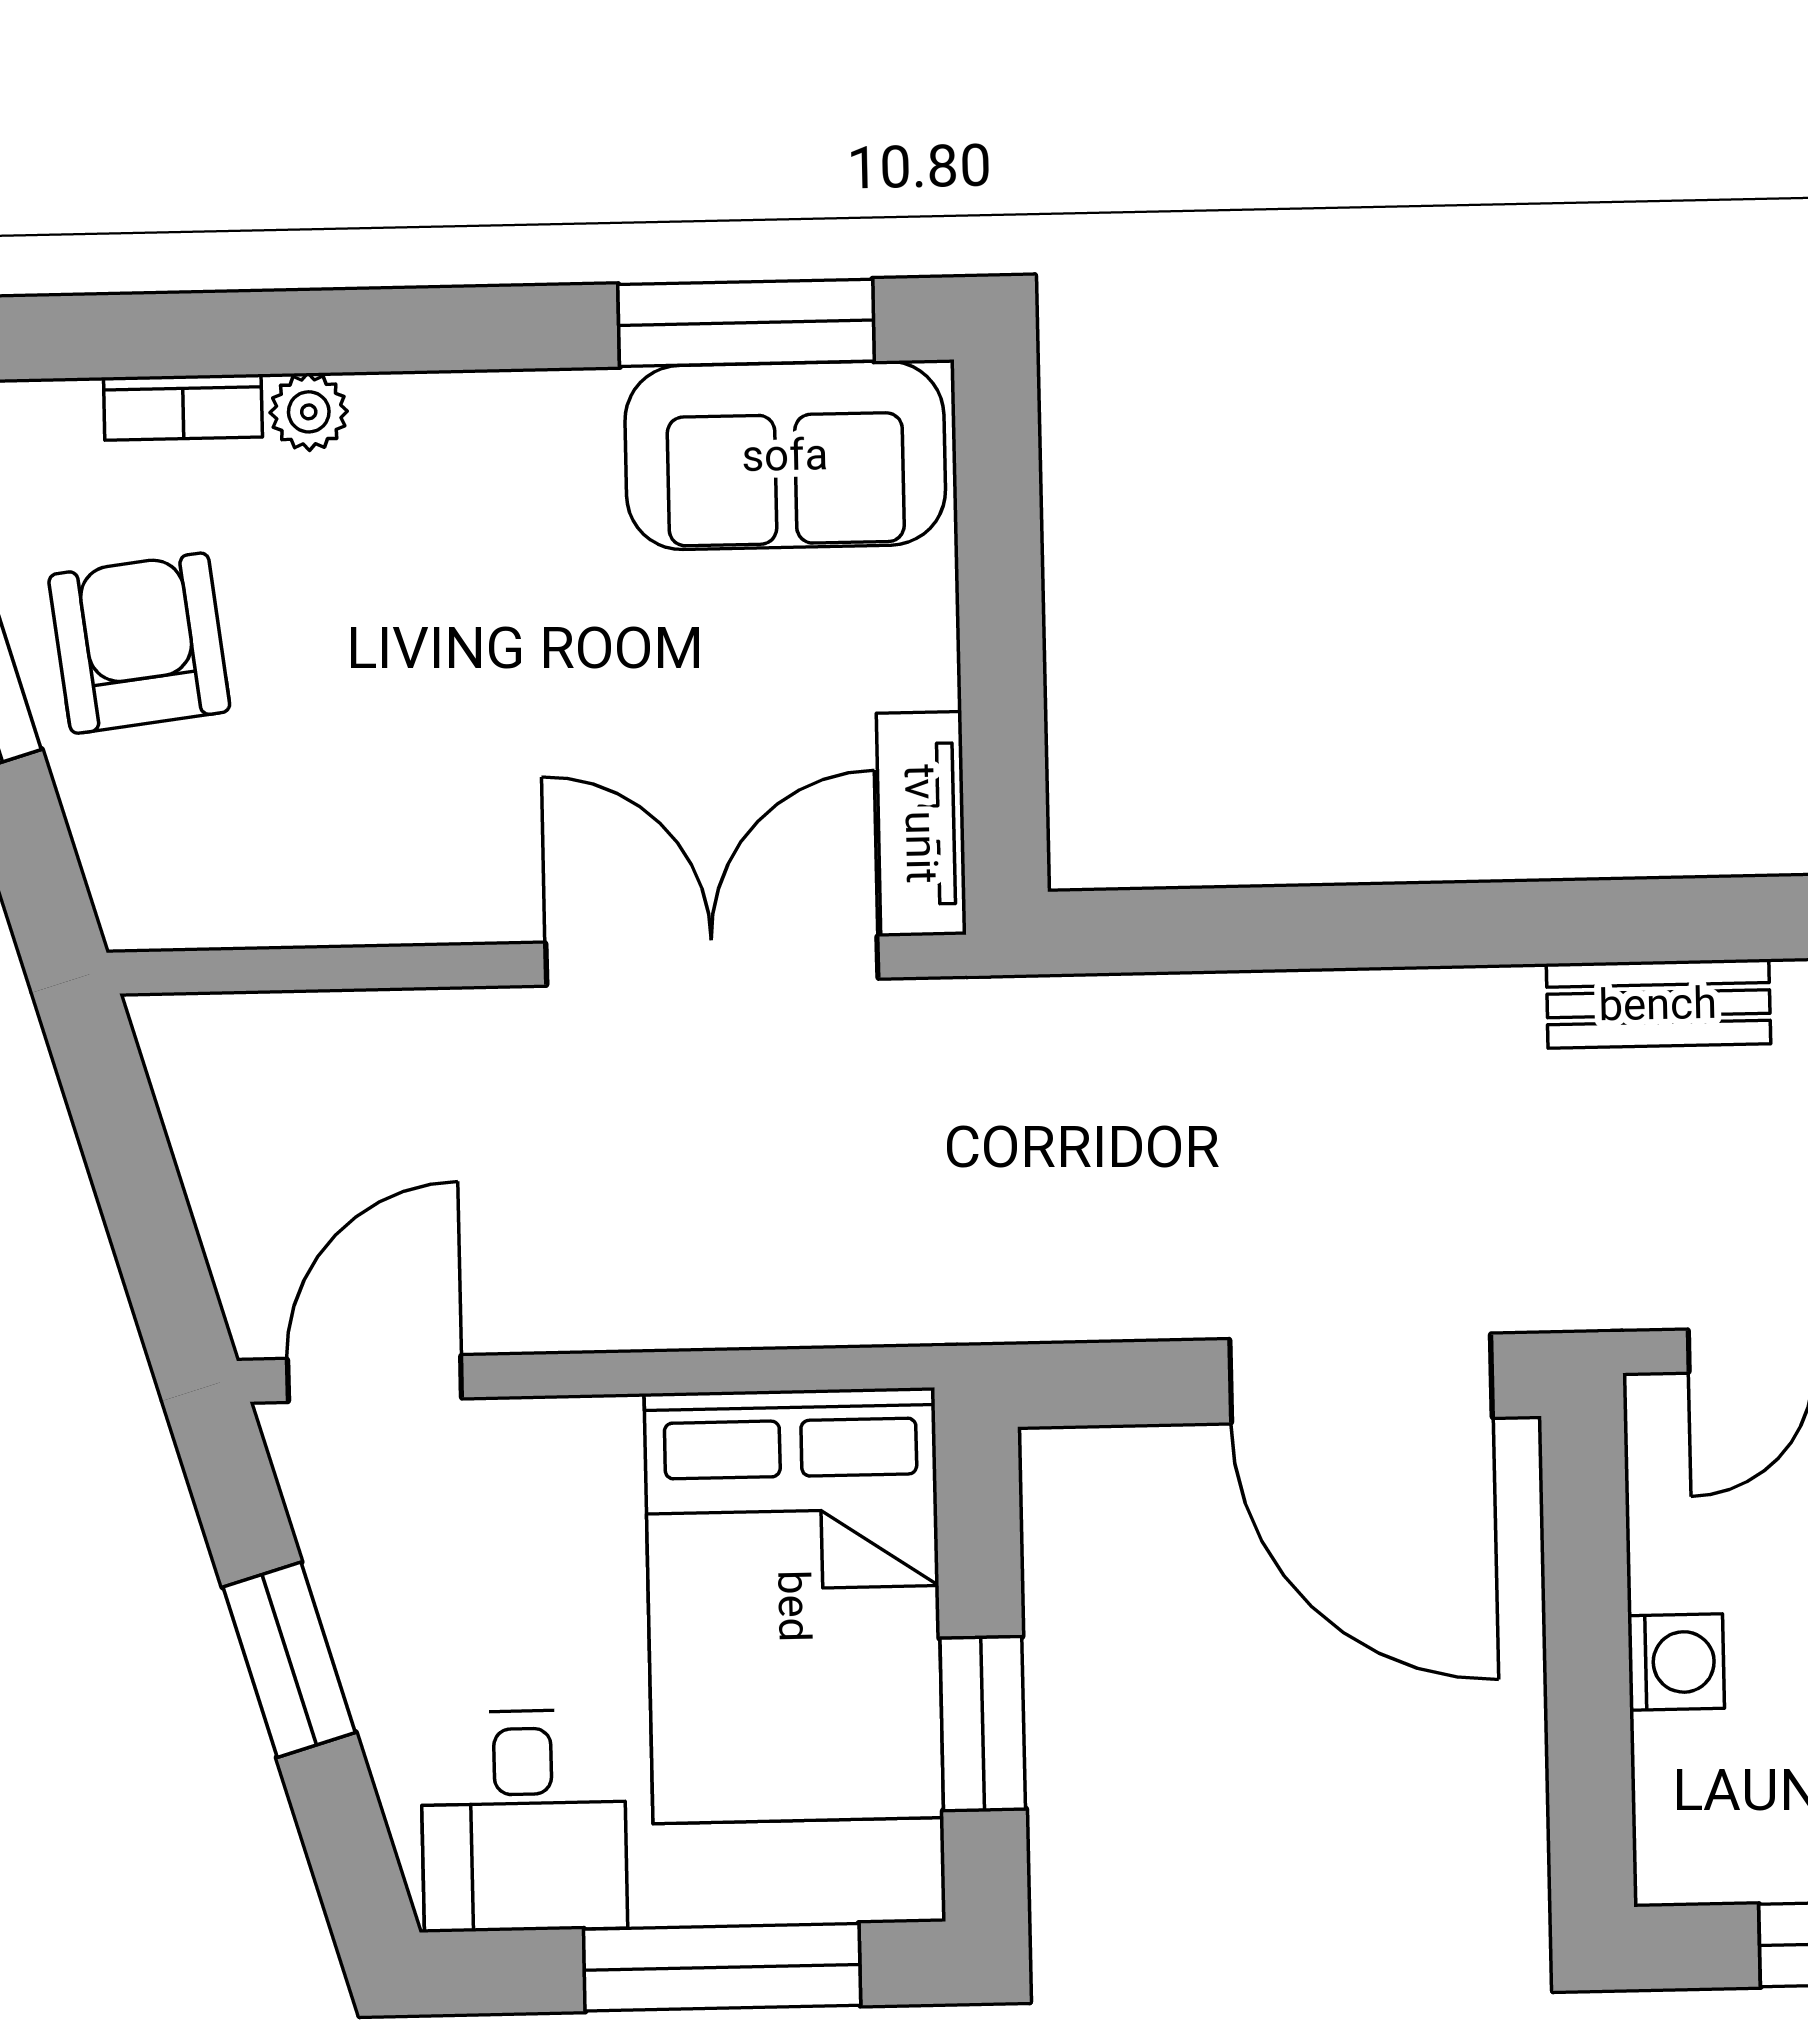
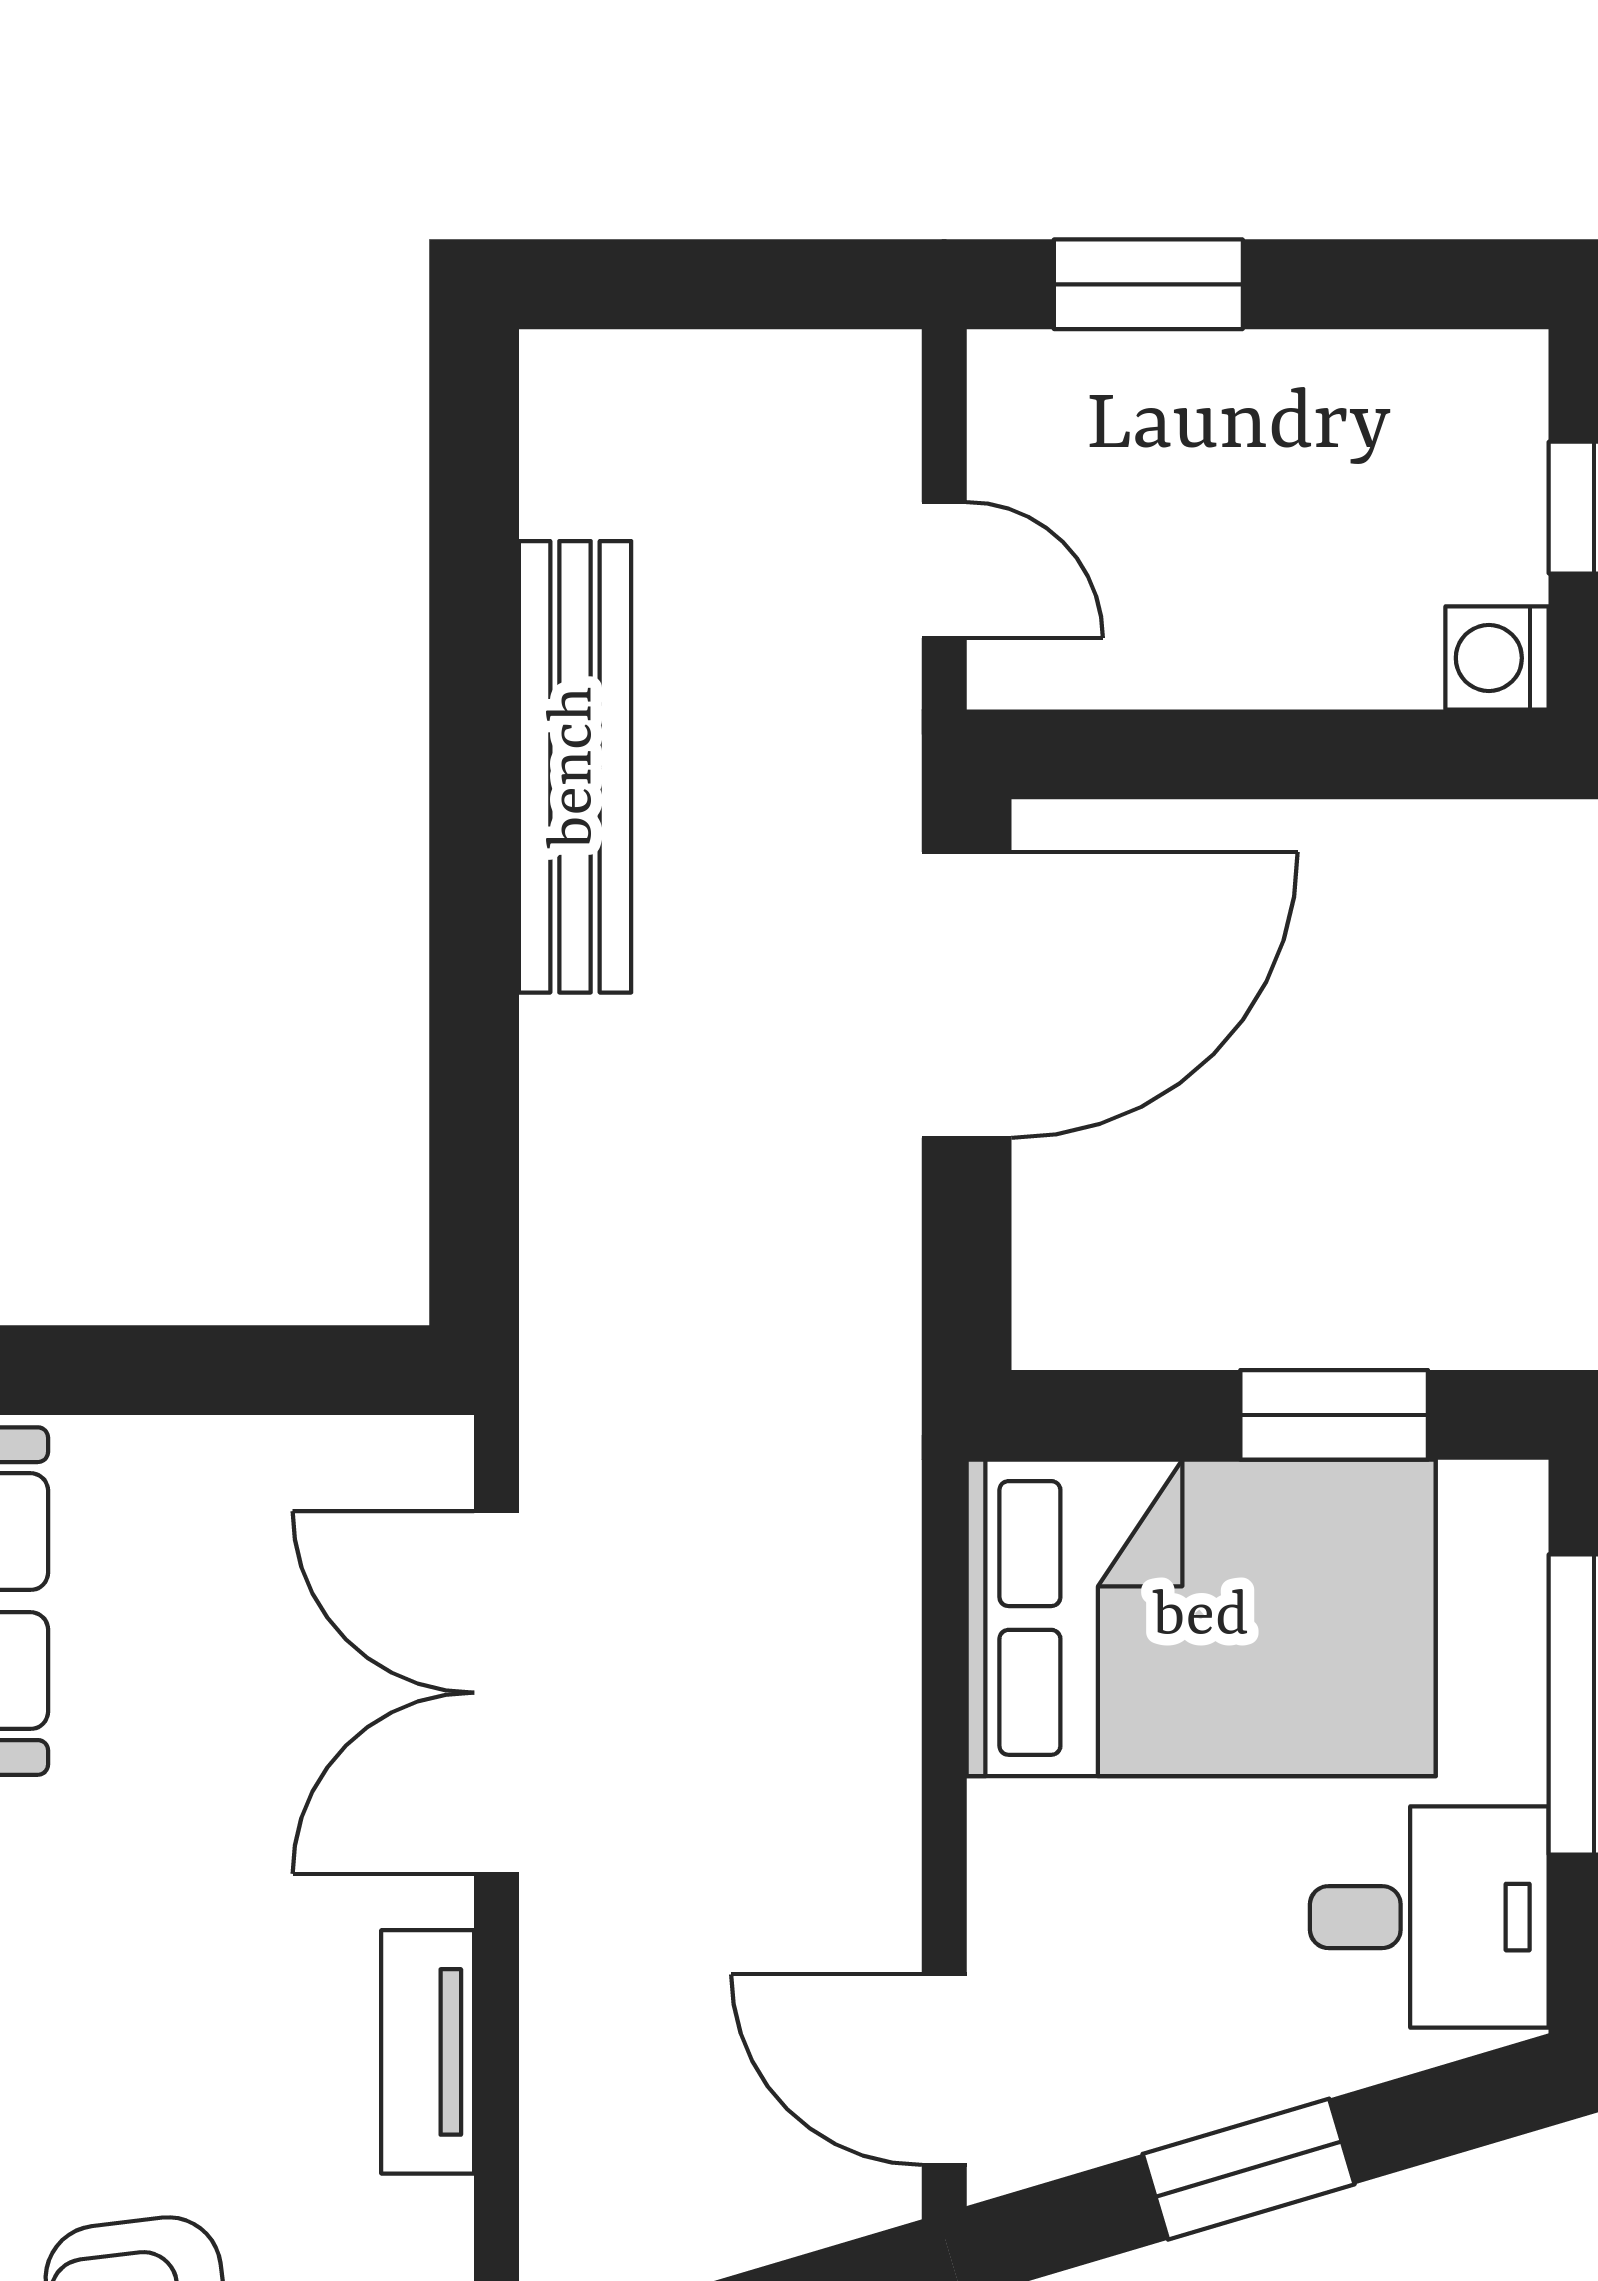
tv unit: (921, 824) -> (428, 2052), moved, turned 90
bench: (1658, 1004) -> (575, 767), width x1.86, depth x1.21
washing machine: (1676, 1662) -> (1497, 658), moved, turned -90

